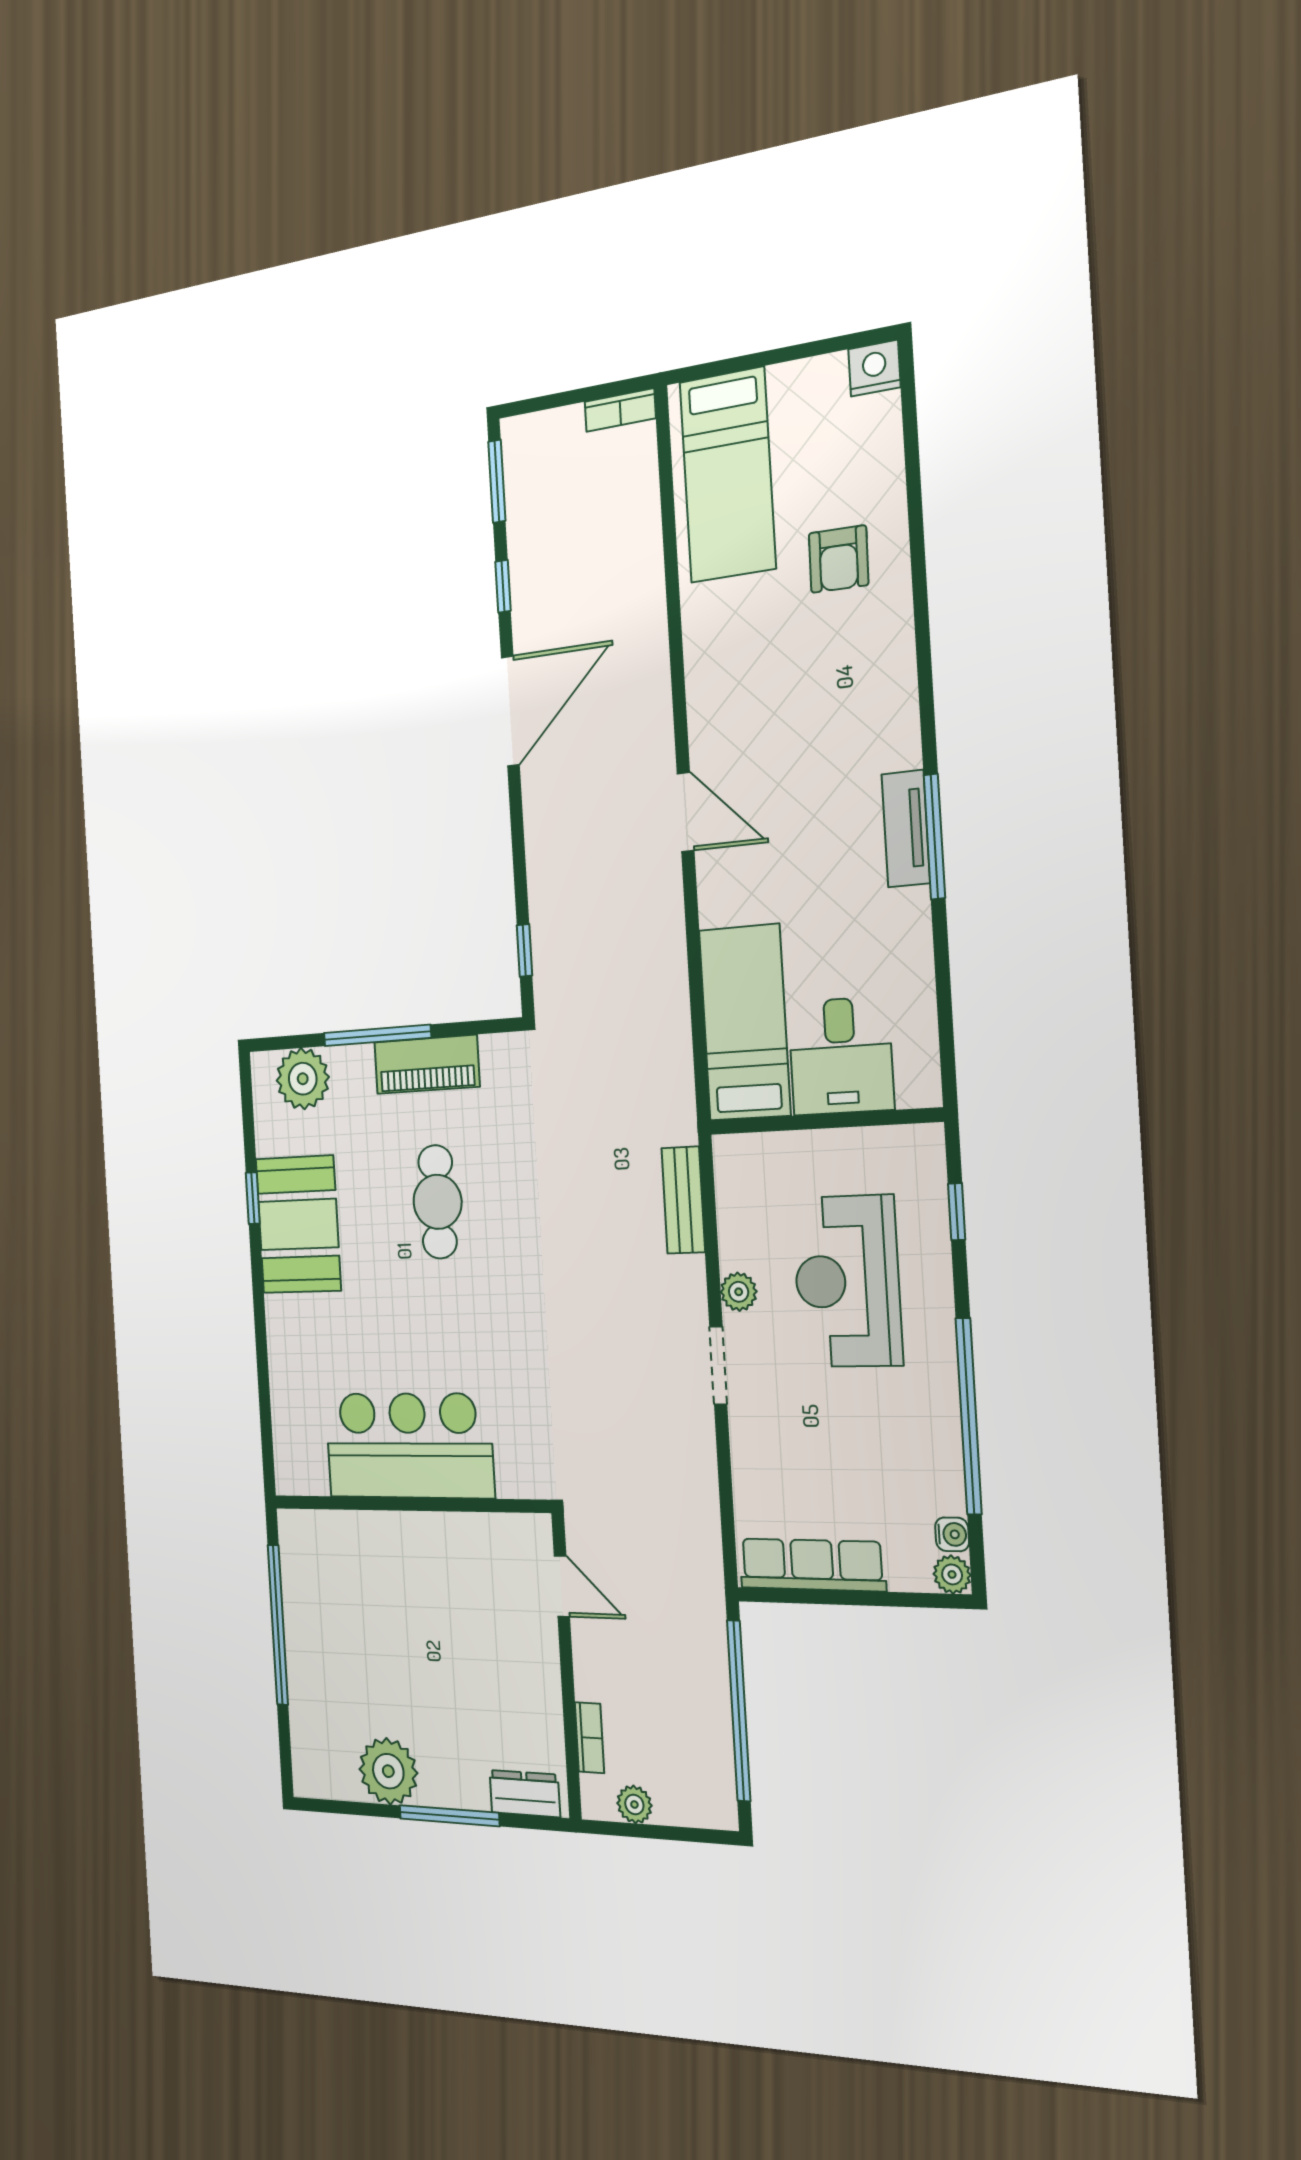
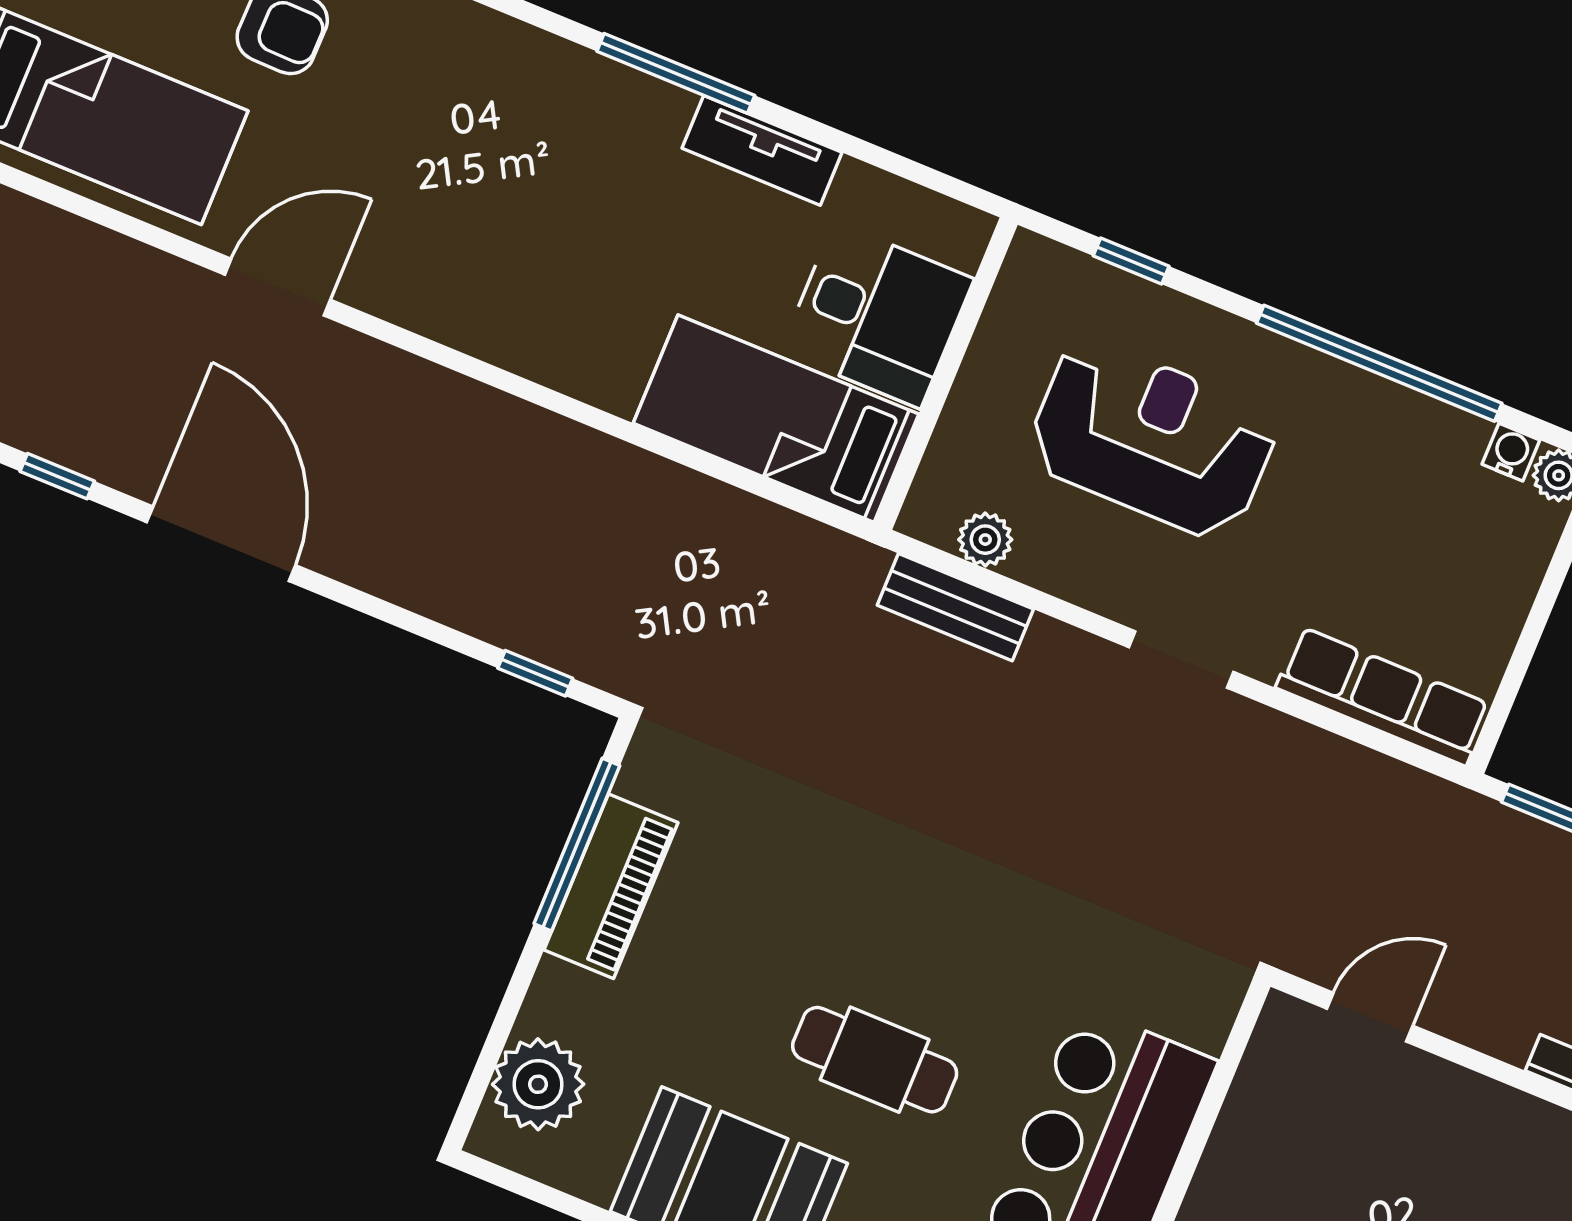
door: (686, 812) -> (277, 287), moved
tv unit: (906, 829) -> (762, 150), moved
window: (377, 1035) -> (577, 845), moved
cafe table: (438, 1202) -> (875, 1060), moved
reception desk: (847, 1281) -> (1152, 439), turned 180
plant: (739, 1292) -> (985, 540), moved
row of seats: (812, 1565) -> (1383, 696), moved, turned 90

